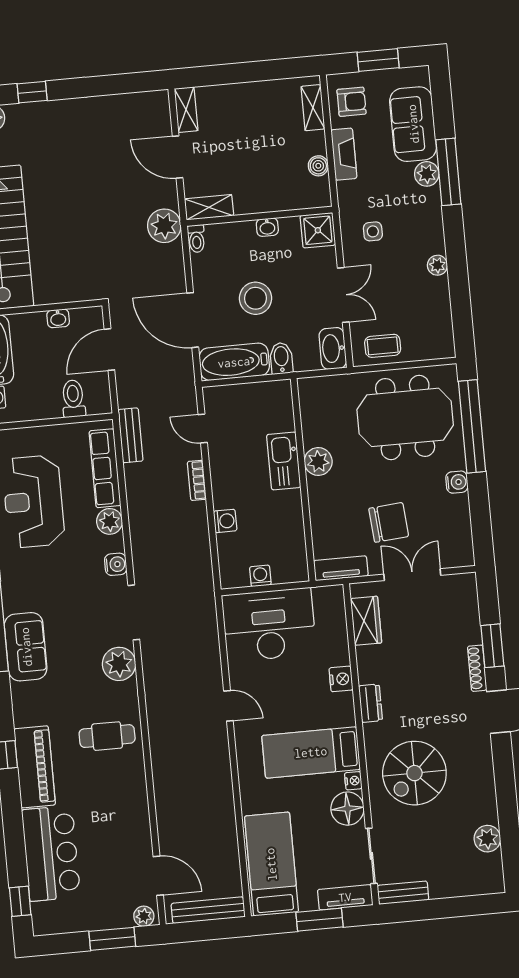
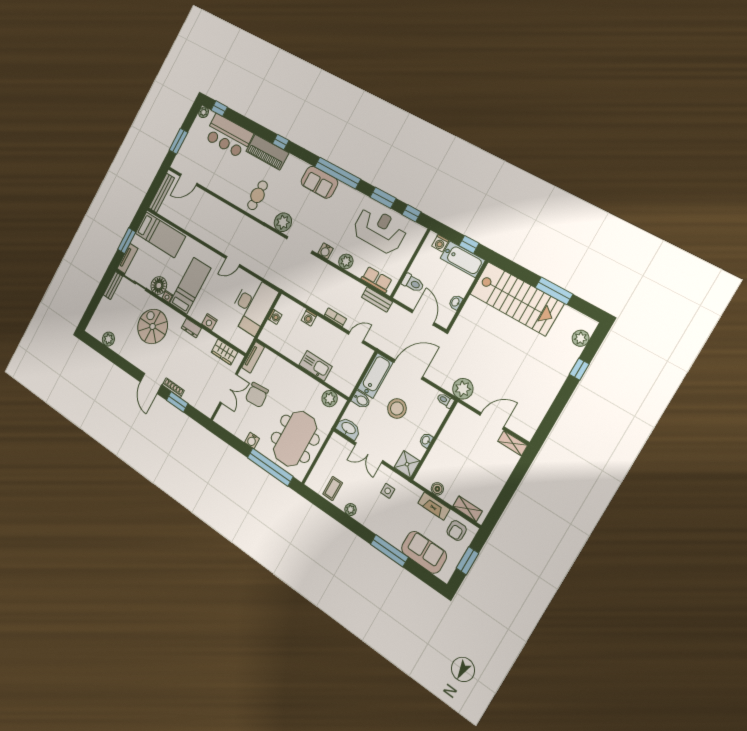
plant: (427, 174) -> (396, 539), removed
shelving: (209, 207) -> (456, 418), removed
coffee table: (383, 346) -> (333, 488), moved
plant: (318, 462) -> (330, 399), moved
row of seats: (105, 468) -> (377, 280), width x0.68
plant: (144, 916) -> (204, 112), moved

